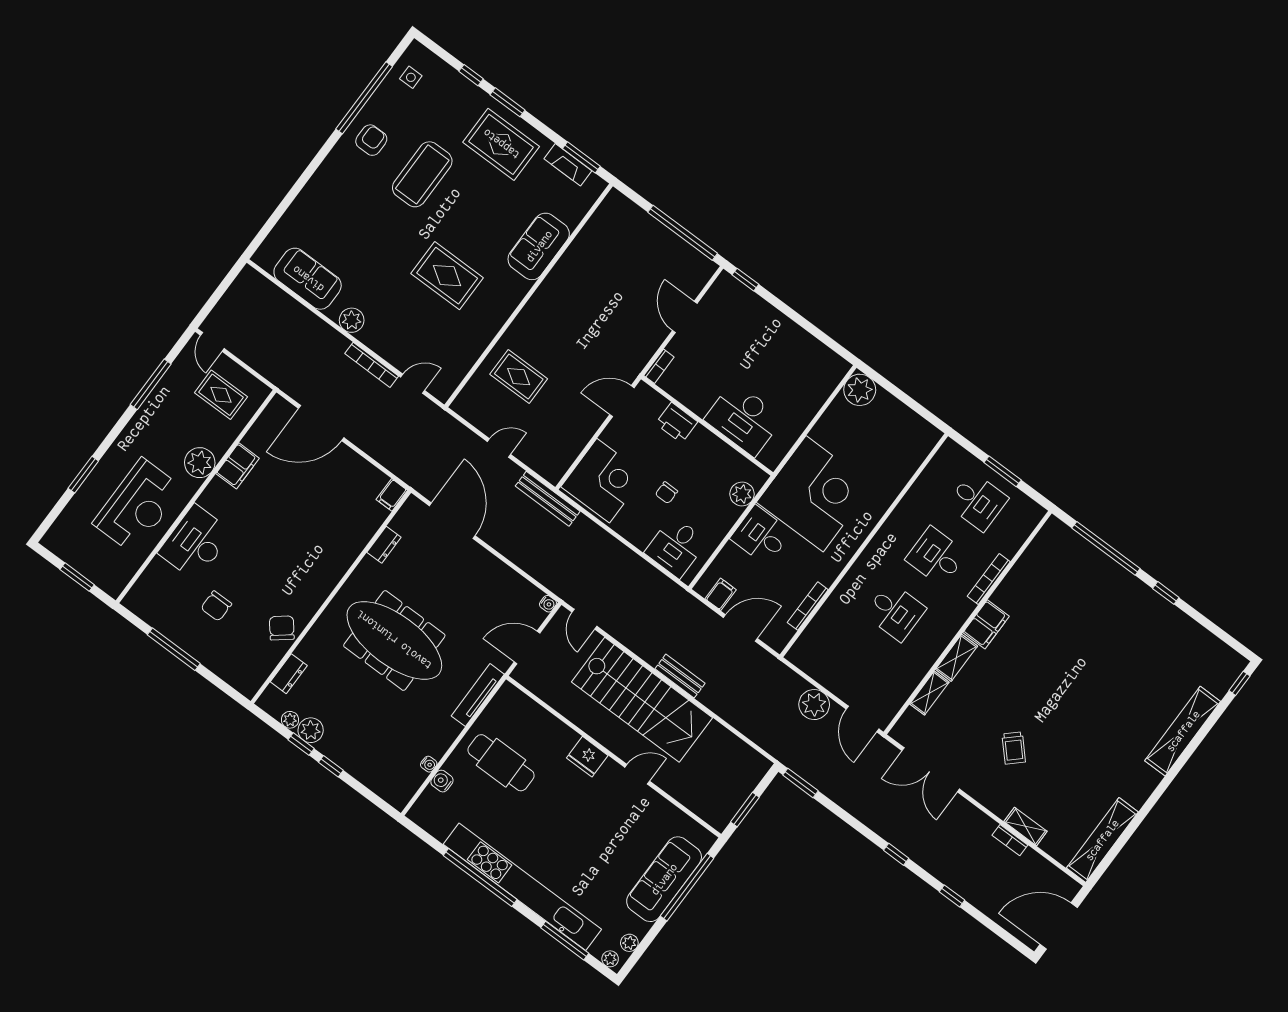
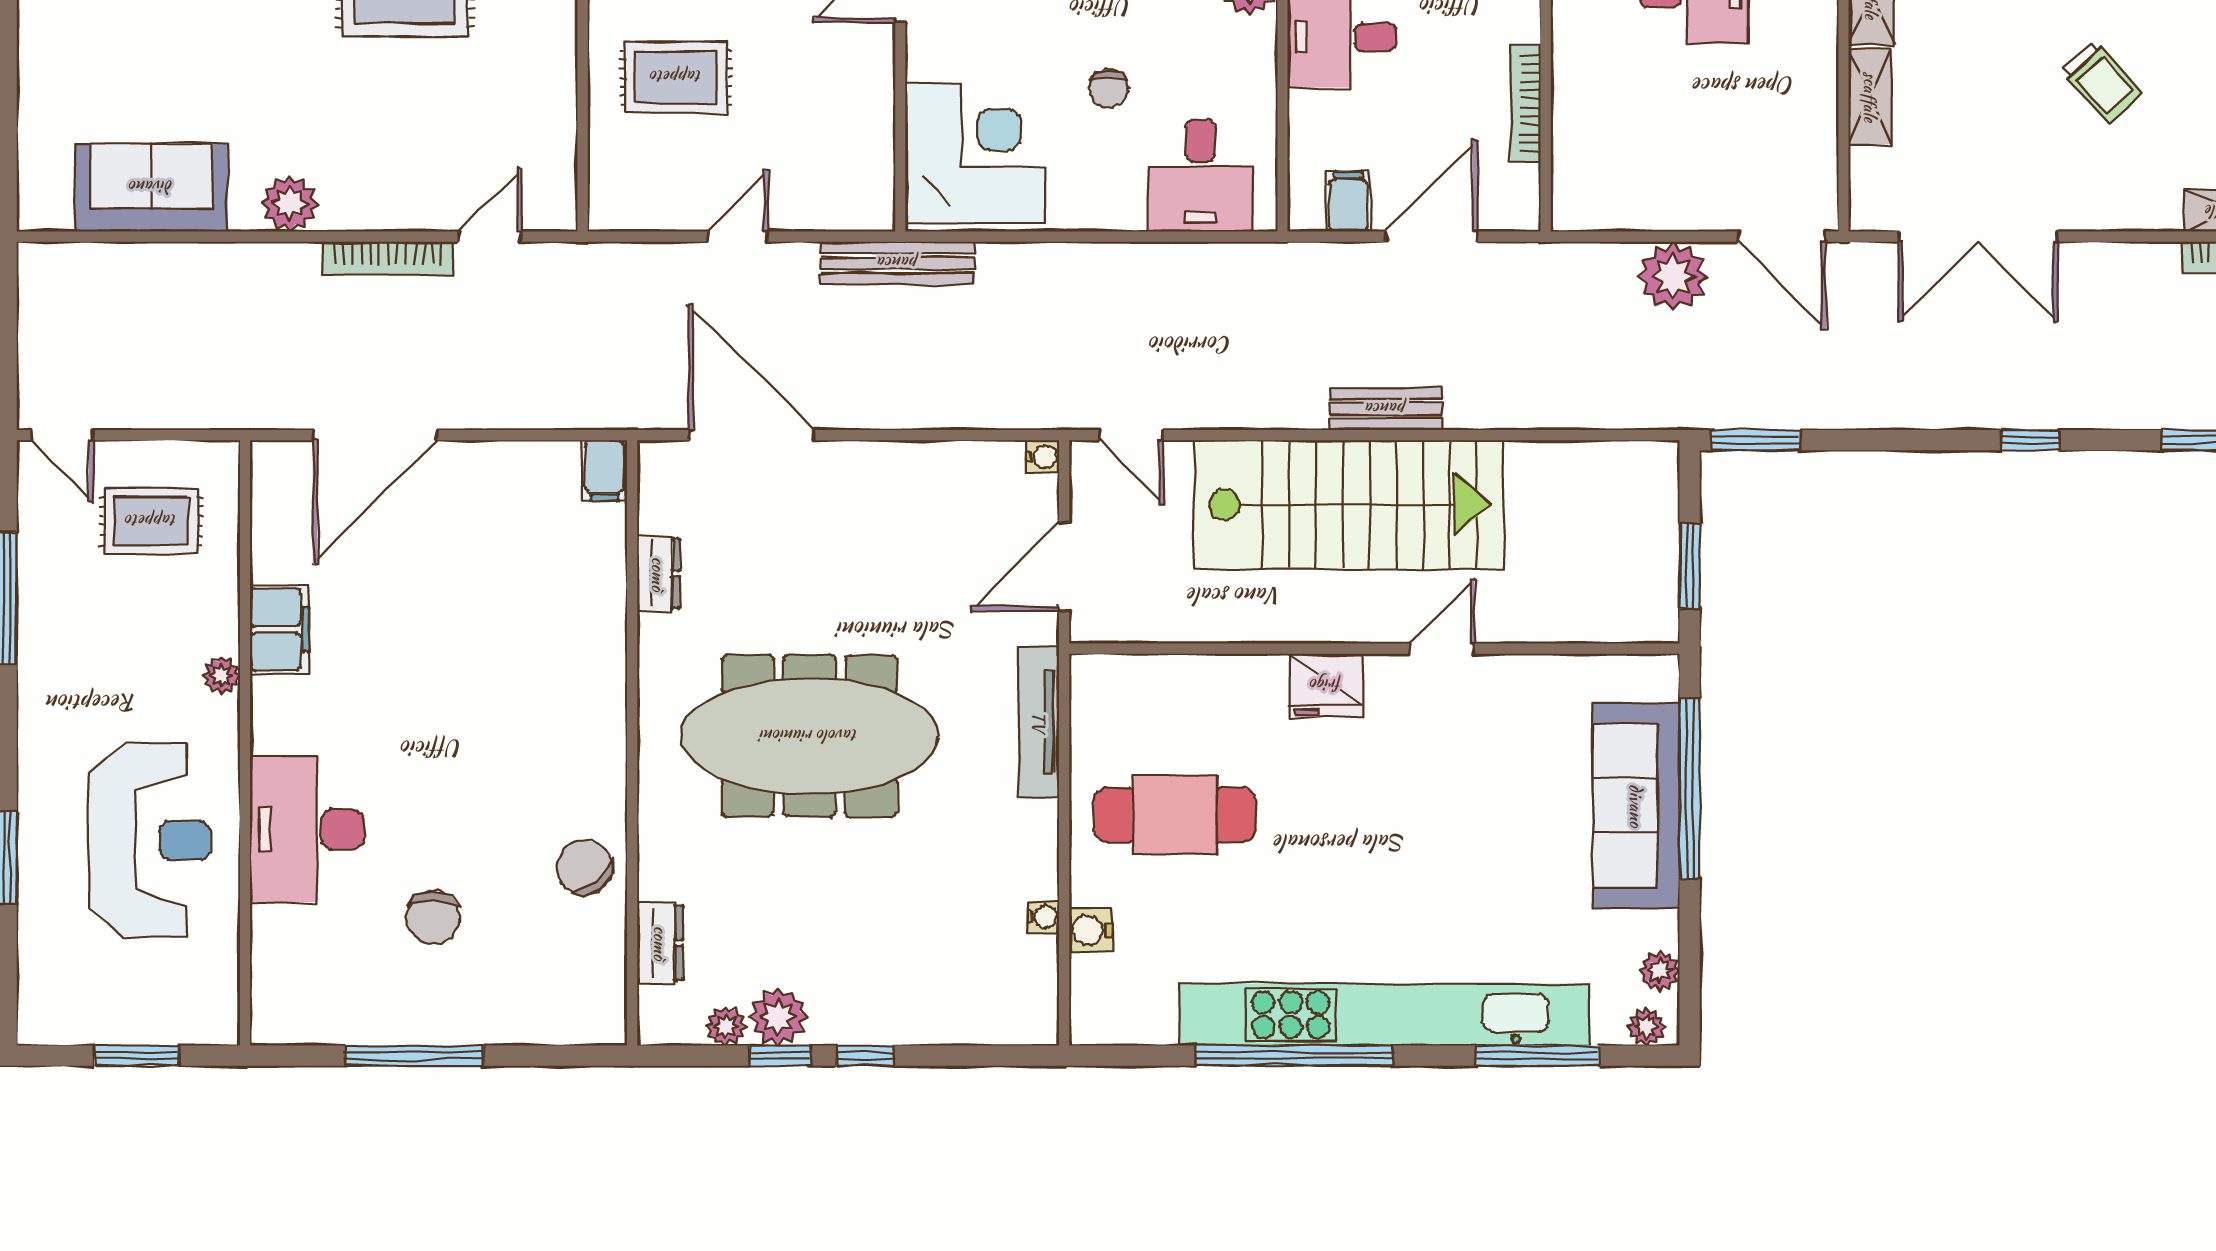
plant: (200, 463) -> (221, 675), width x0.53, depth x0.53

